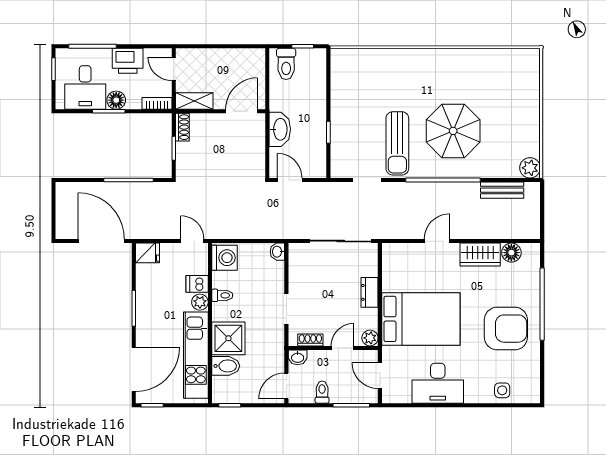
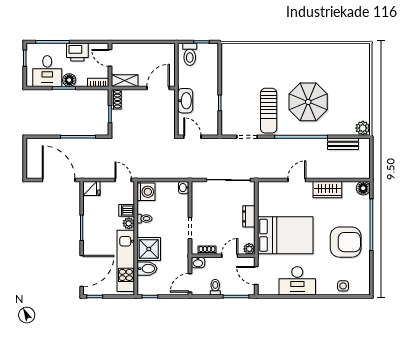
floor lamp: (511, 253) -> (363, 188), moved

